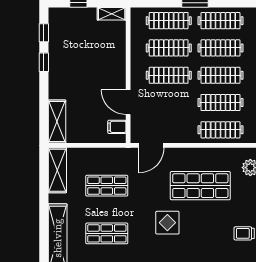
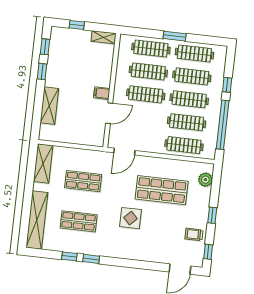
door: (128, 102) -> (109, 113), swing flipped
shelving: (57, 122) -> (49, 106), moved
filing cabinet: (117, 127) -> (102, 93), moved

